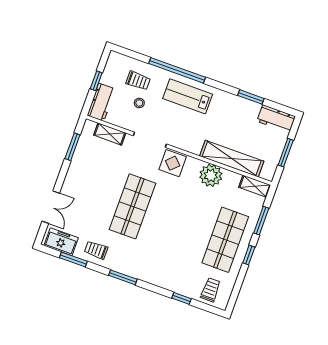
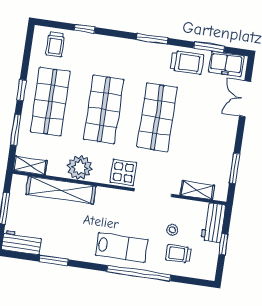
shop shelf: (179, 223) -> (104, 109), added
trolley: (96, 250) -> (187, 63), width x1.36, depth x1.39

